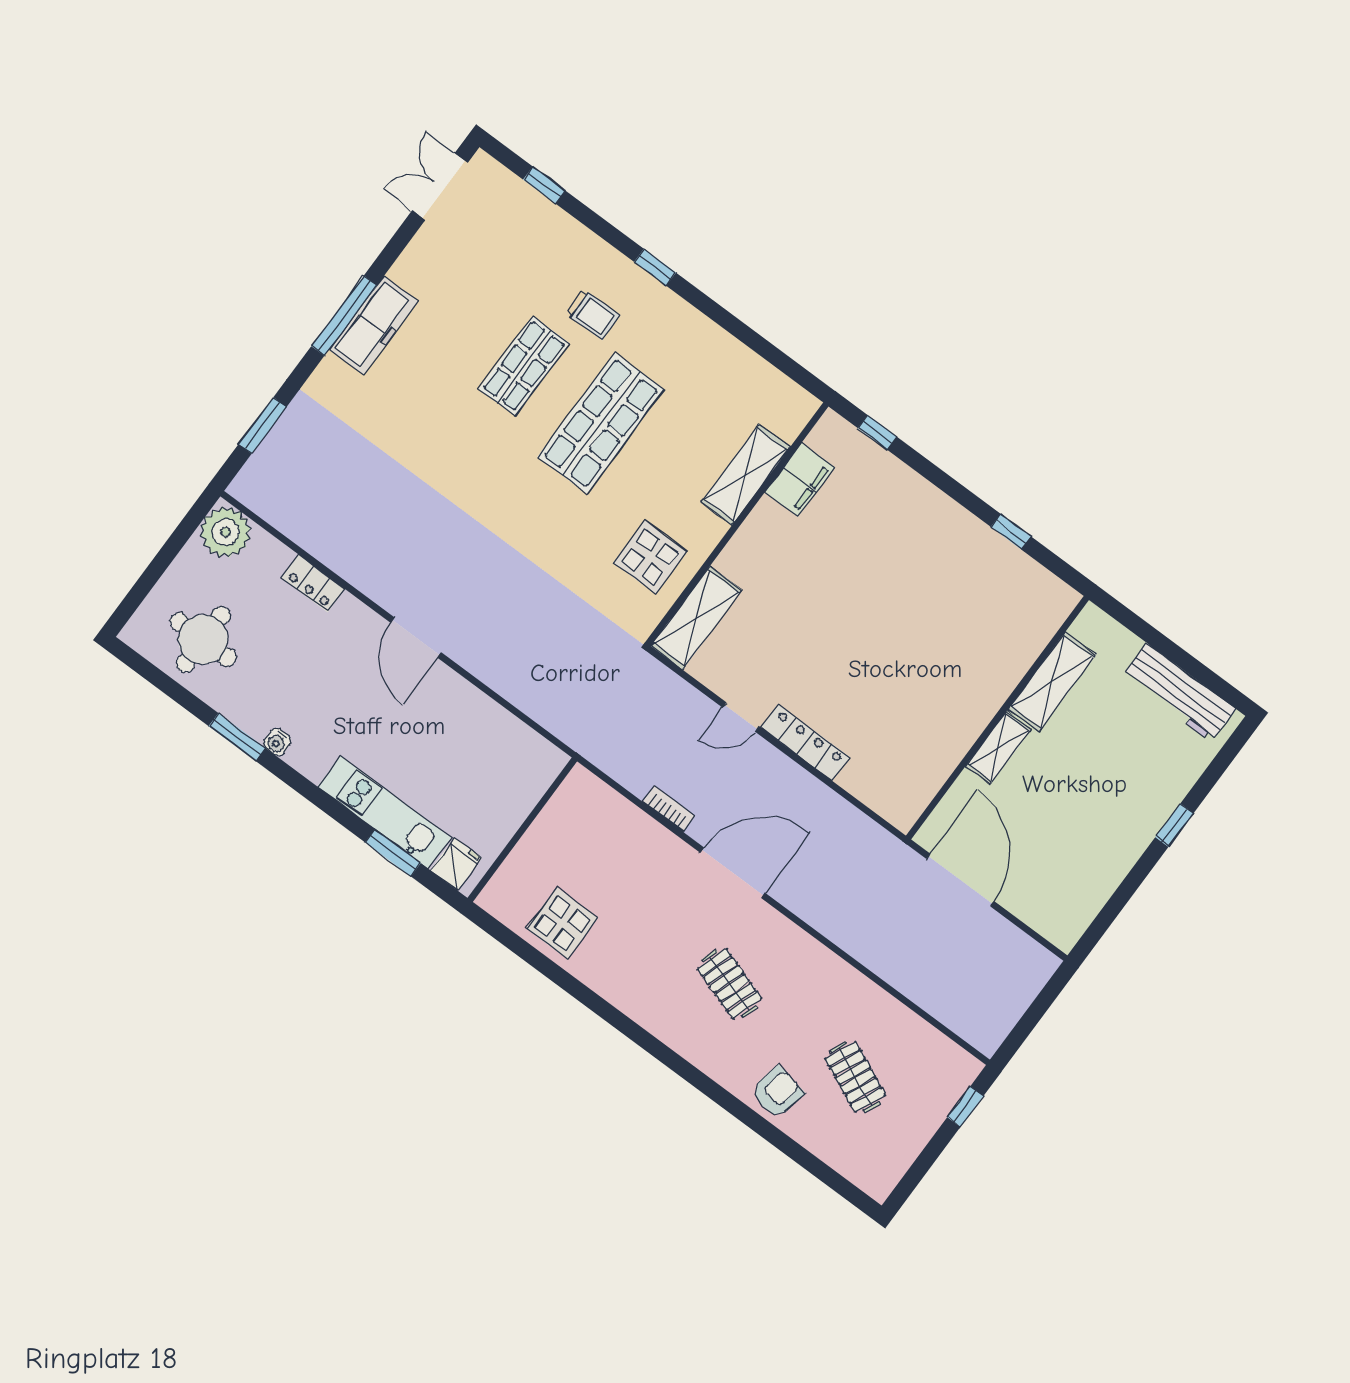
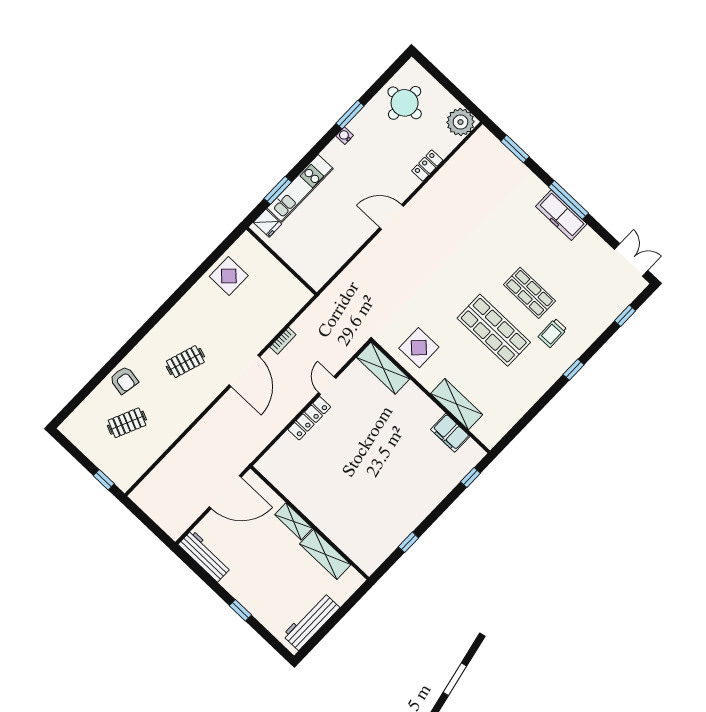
workbench: (1082, 903) -> (205, 556), added

